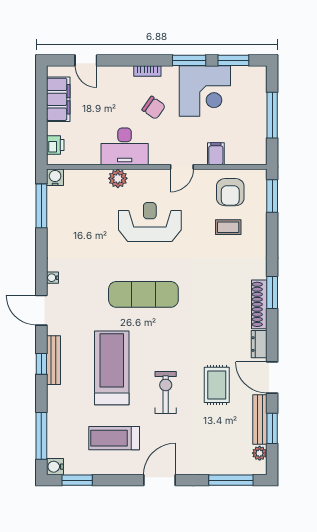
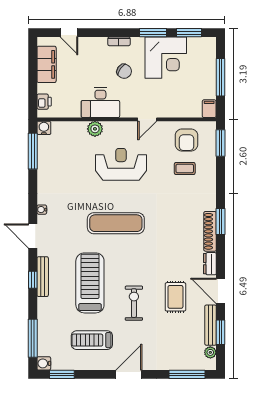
filing cabinet: (216, 154) -> (209, 109), moved

